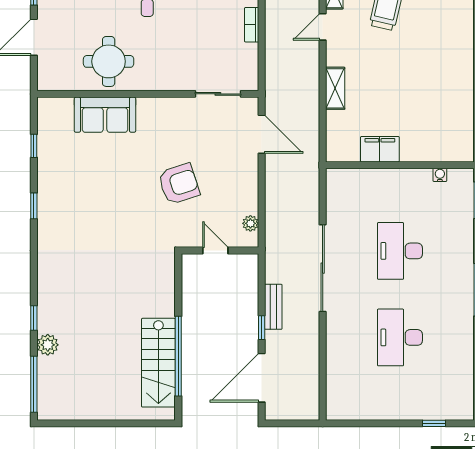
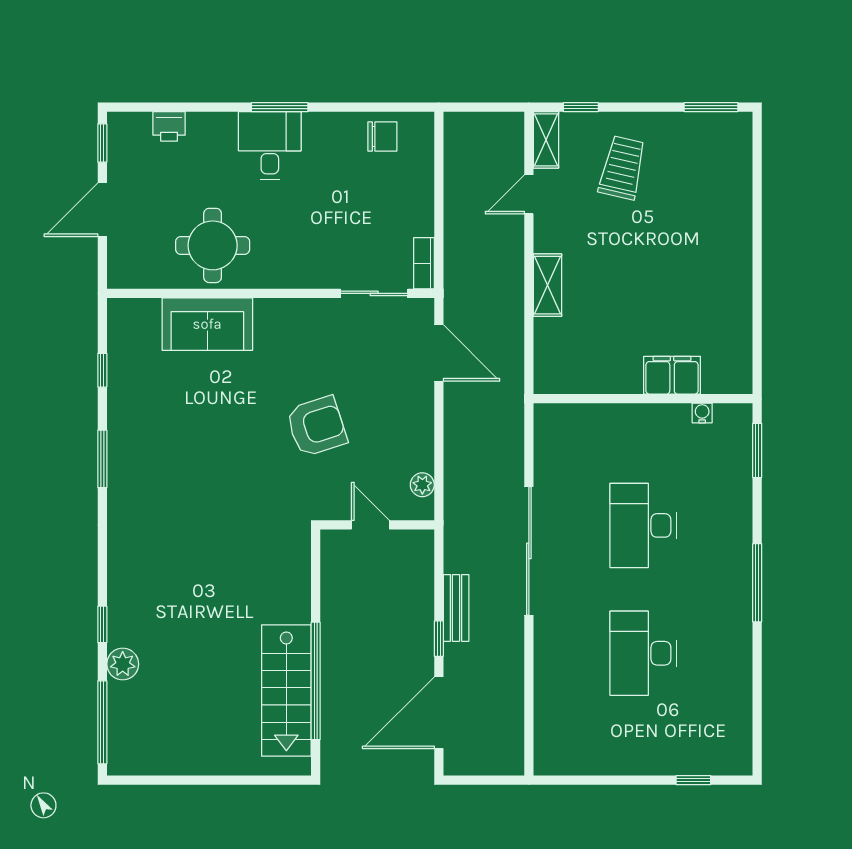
bookcase: (252, 25) -> (424, 263), moved
filing cabinet: (380, 149) -> (672, 375), moved
window: (34, 206) -> (102, 459), width x1.50

